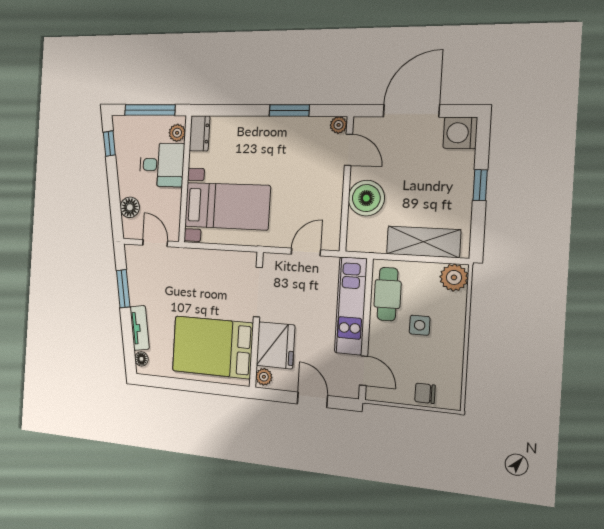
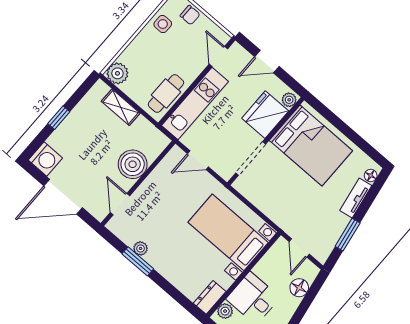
plant: (339, 125) -> (141, 248), moved
shelving: (423, 242) -> (121, 107), width x0.67, depth x0.75
side table: (420, 325) -> (163, 24), moved
door: (312, 400) -> (267, 62), hinge flipped

